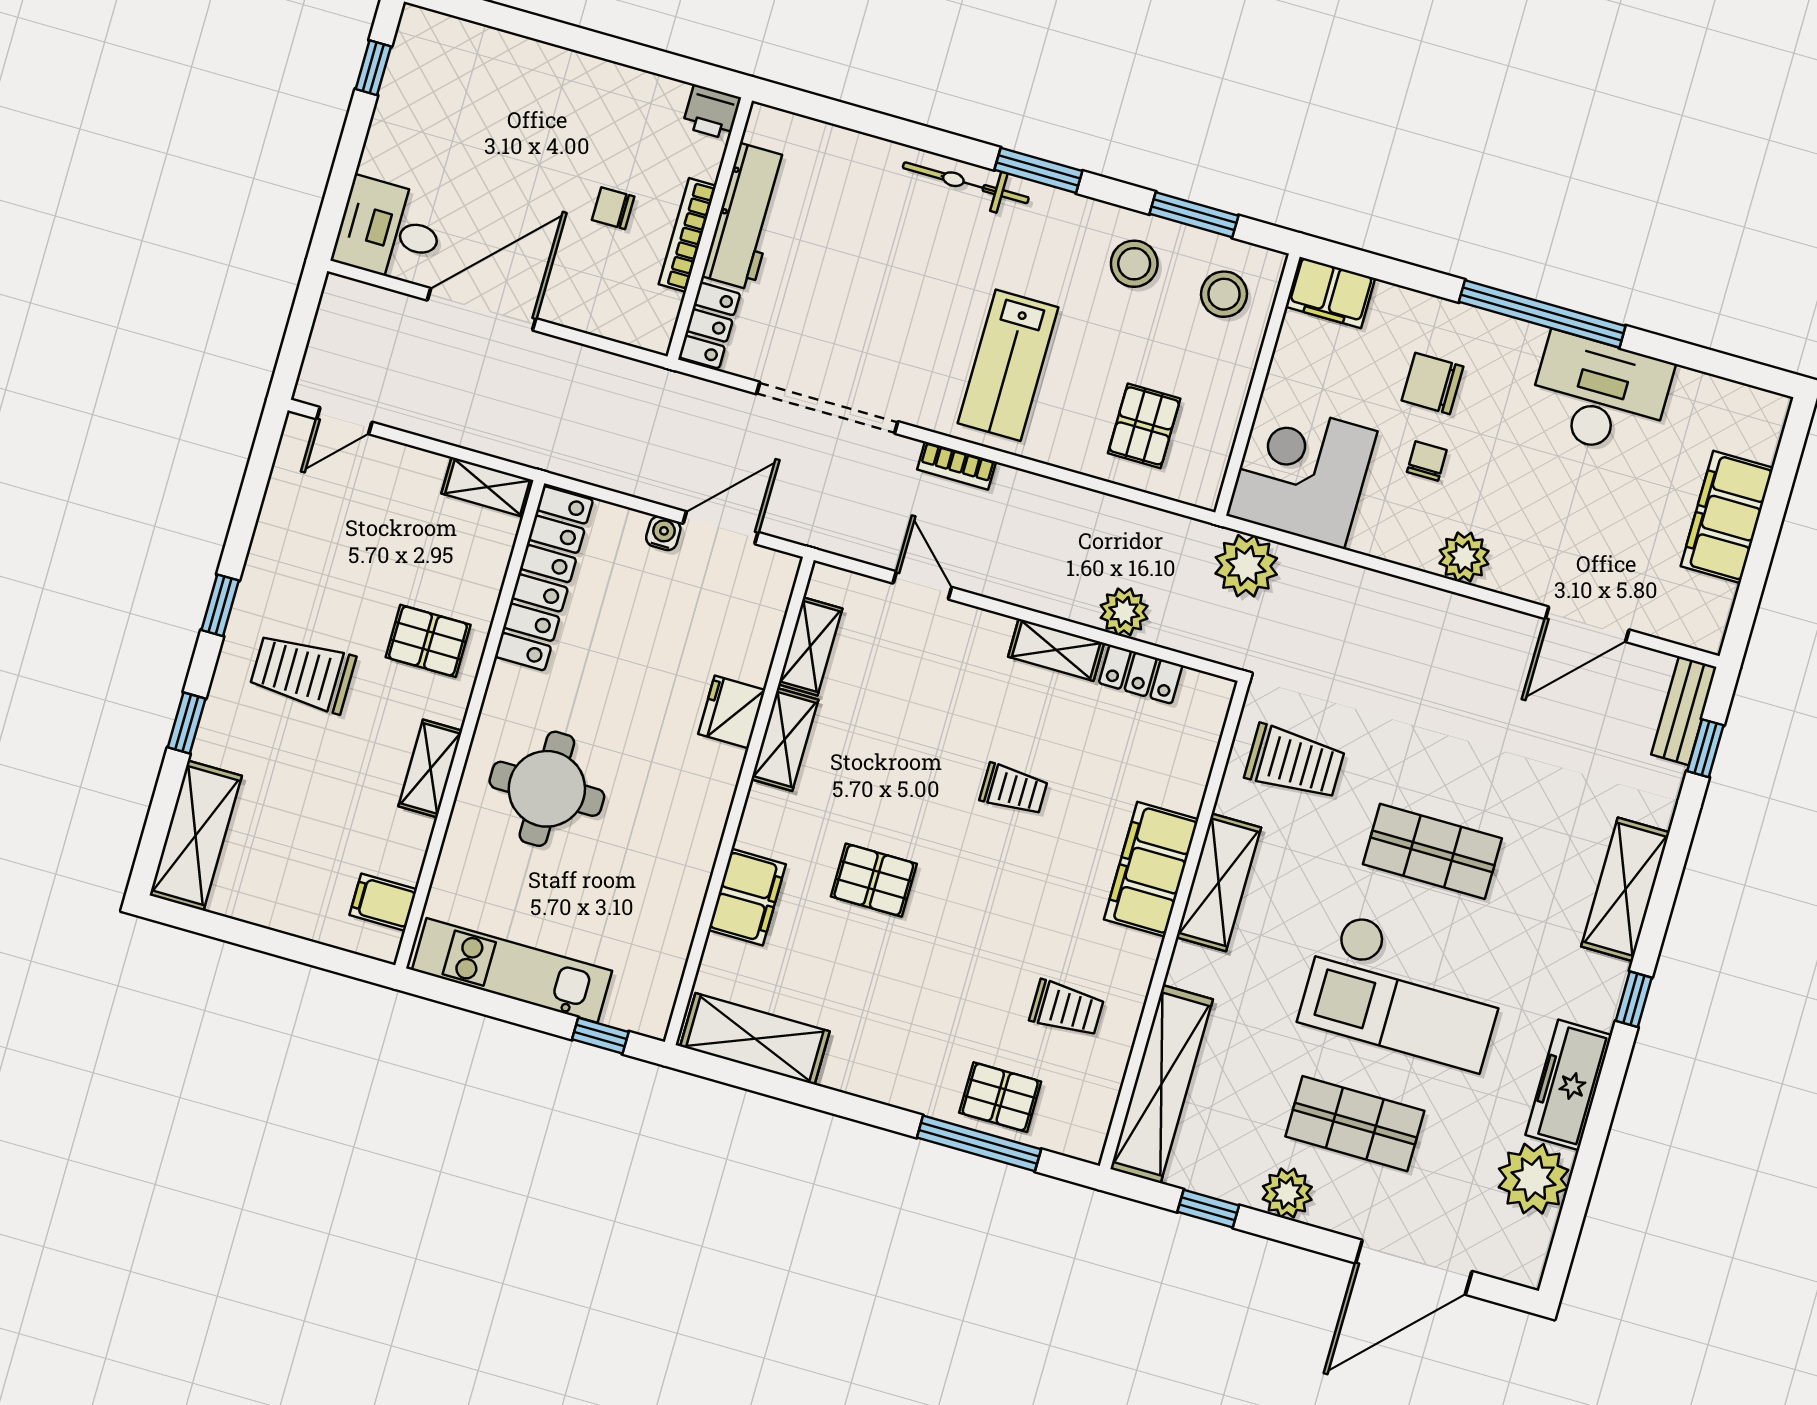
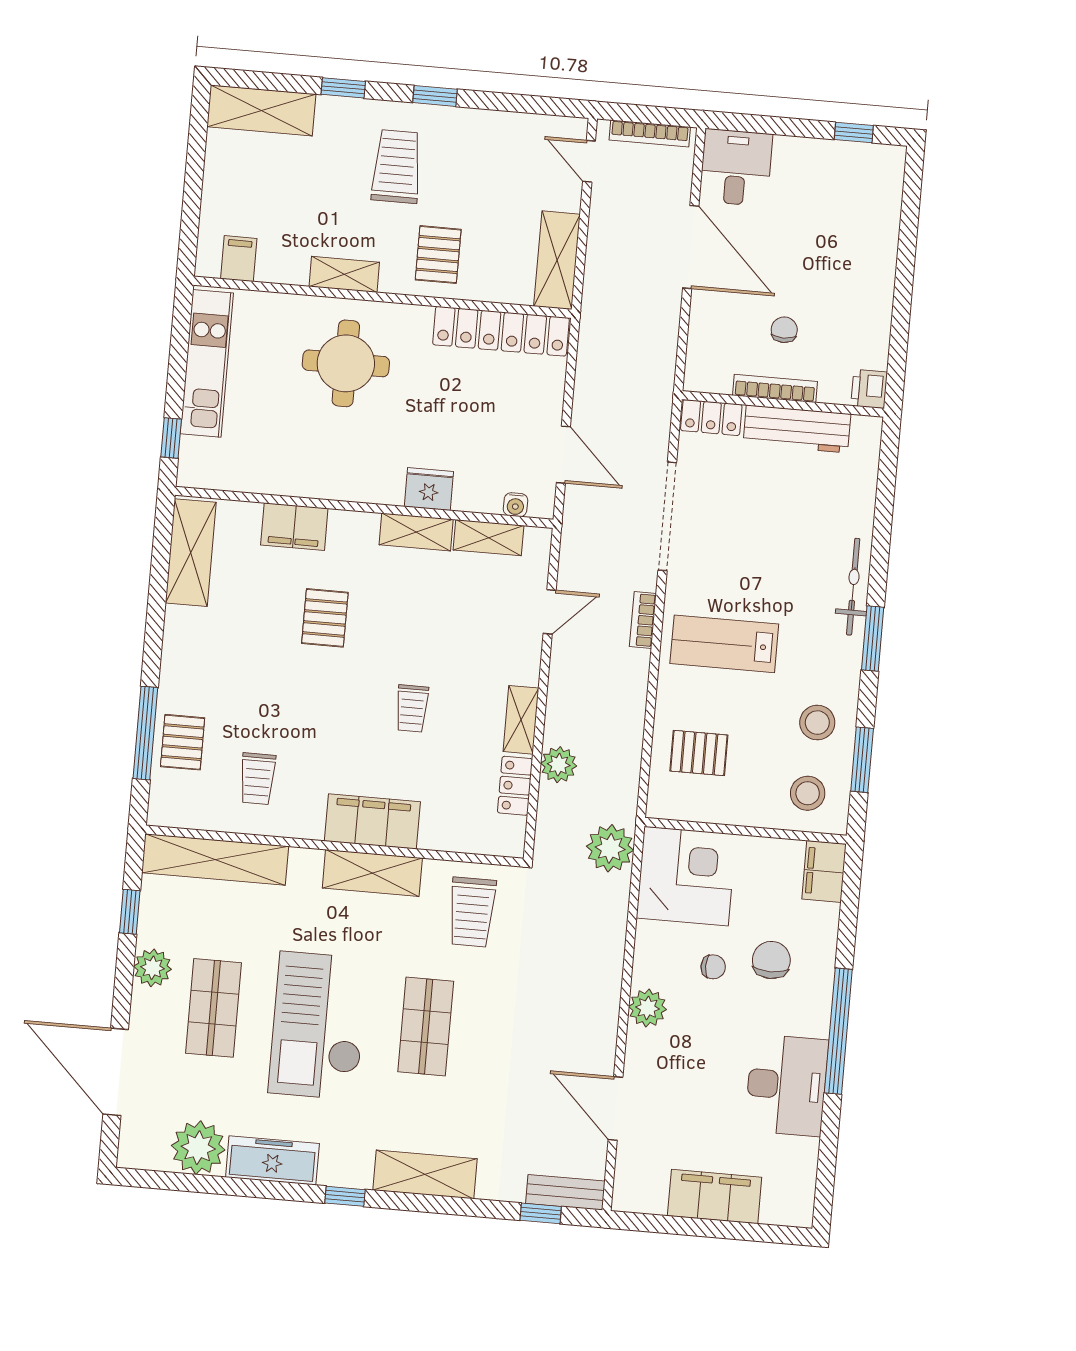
bookcase: (323, 334) -> (650, 134), added
shelving: (487, 487) -> (557, 260), width x1.50, depth x1.33
water cooler: (663, 533) -> (516, 505), moved, turned 90

